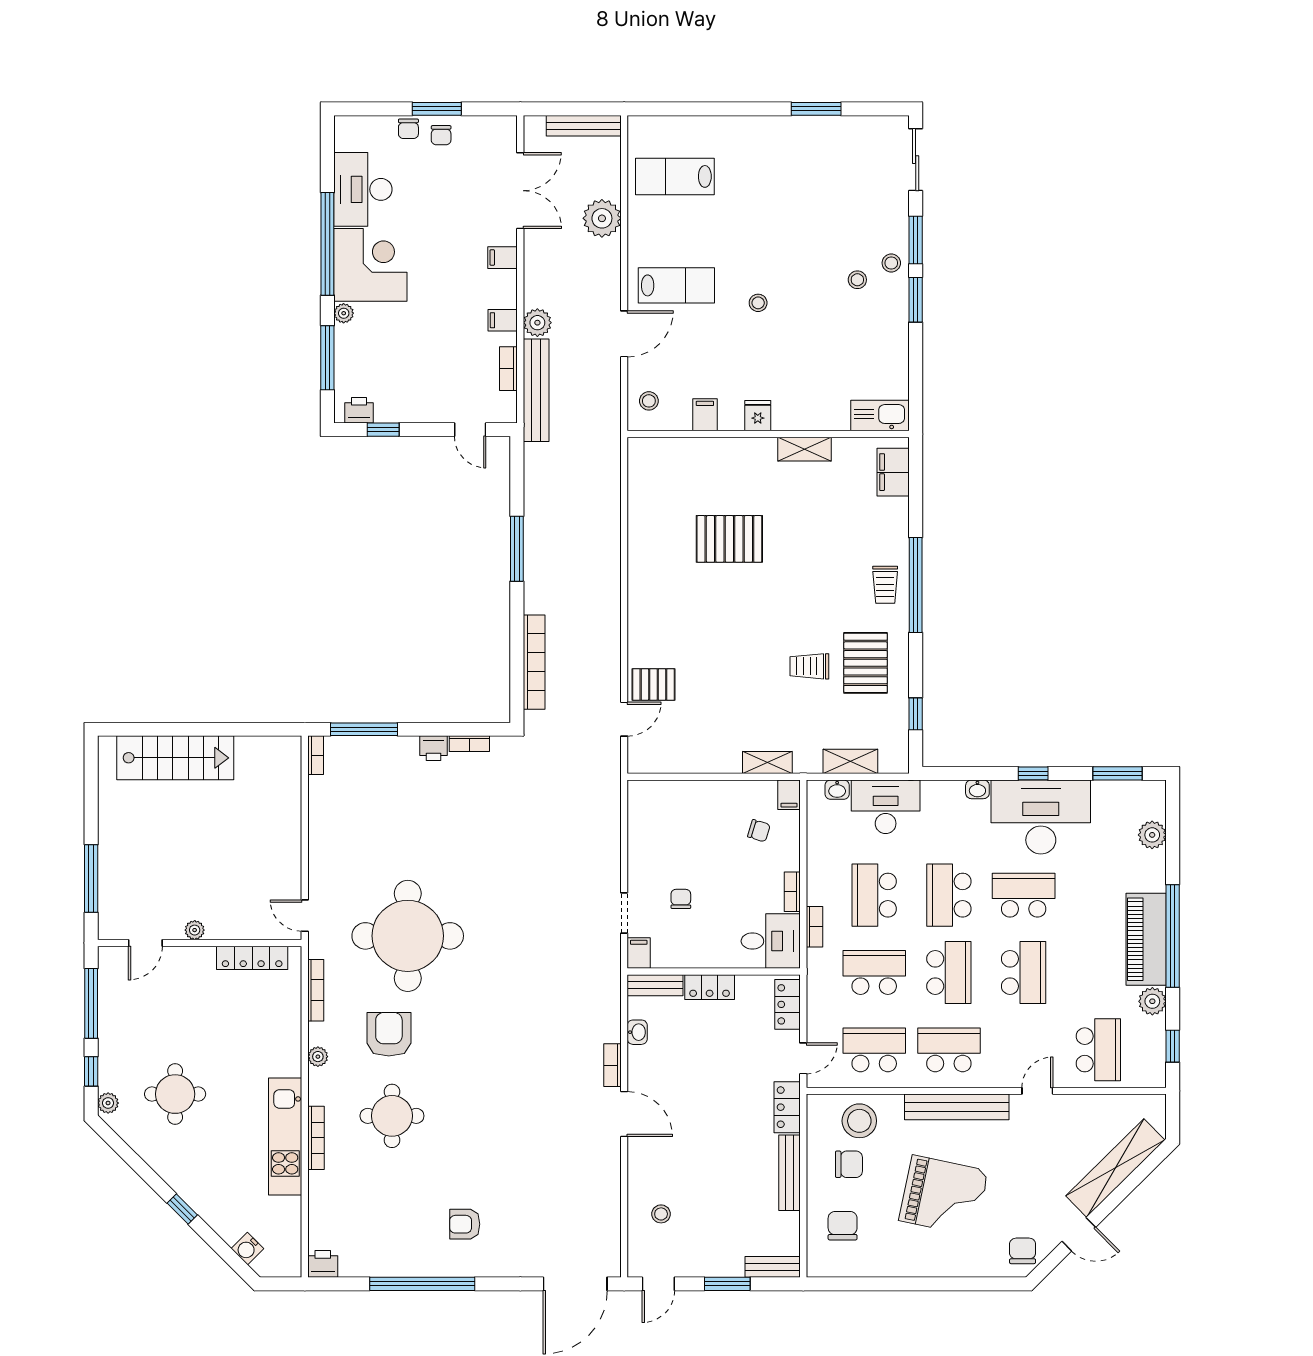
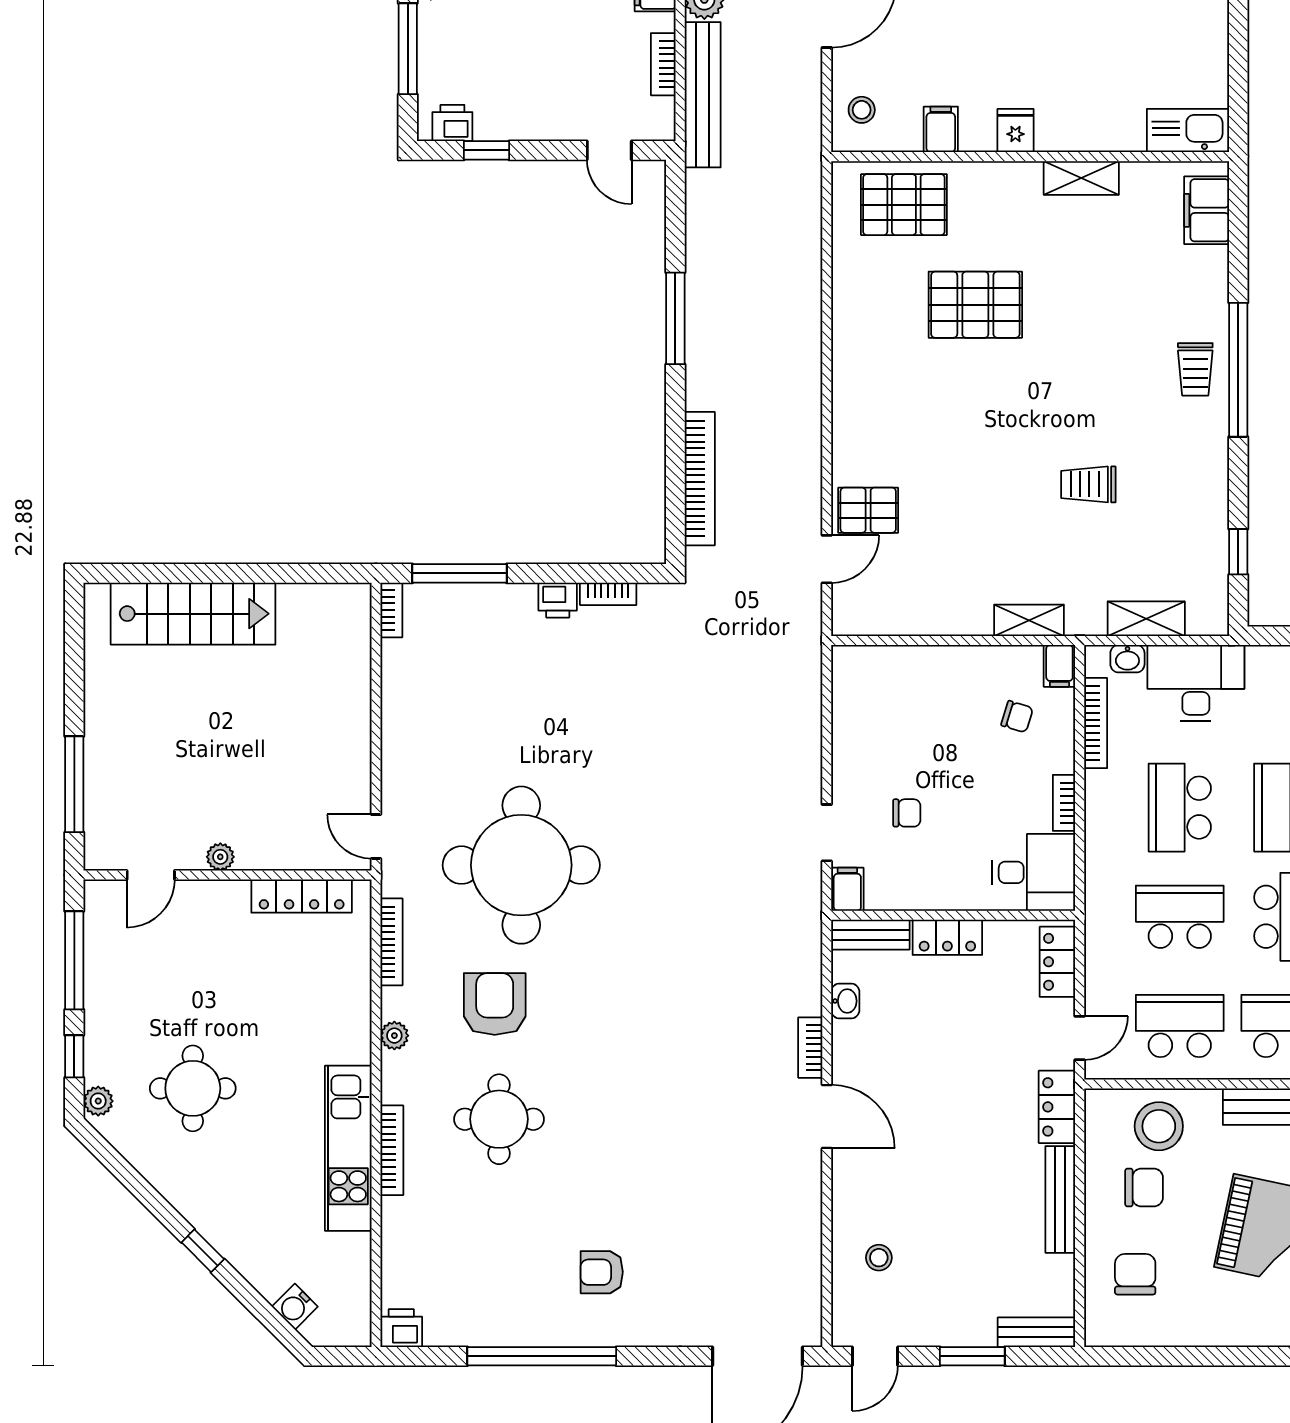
pallet: (866, 663) -> (904, 205), moved, turned 90
chair: (681, 899) -> (907, 813), turned 90
bookcase: (815, 927) -> (1096, 723), moved, width x1.56

